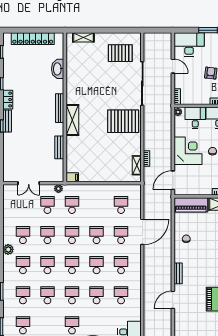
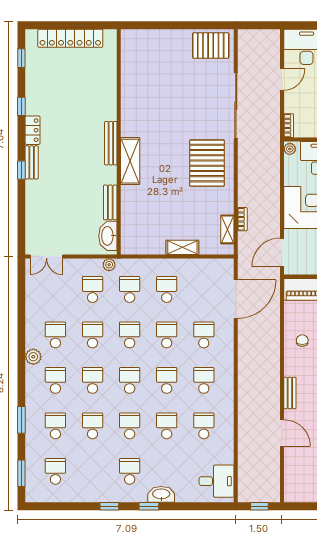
shelving: (83, 37) -> (182, 247), moved
pallet: (120, 53) -> (211, 46), moved
door: (173, 66) -> (282, 80), hinge flipped
washbasin: (58, 69) -> (108, 236), moved
pallet: (123, 121) -> (207, 163), turned 90
filing cabinet: (72, 177) -> (130, 248), removed
double door: (29, 183) -> (47, 256), moved
school desk: (121, 205) -> (167, 289), moved
door: (142, 232) -> (236, 299), moved
door: (173, 300) -> (282, 433), swing flipped

